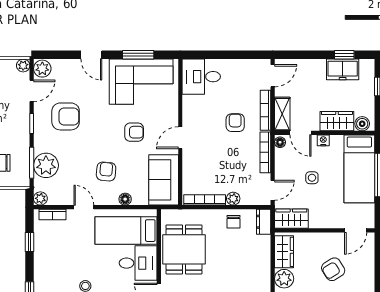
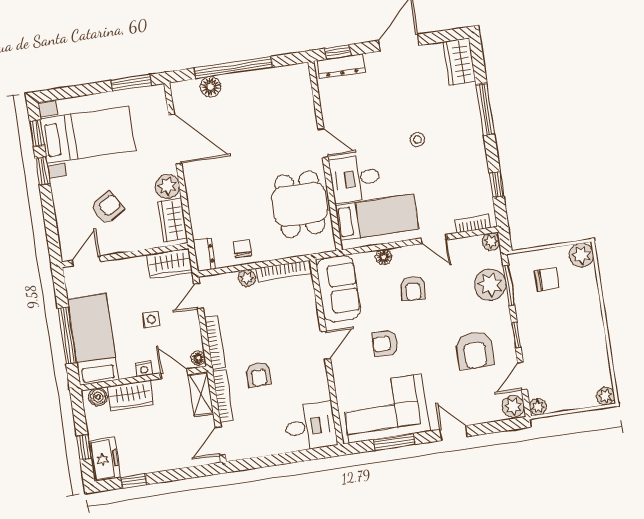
freezer: (343, 69) -> (104, 459), moved, turned 90
armchair: (66, 116) -> (475, 350), turned -90

